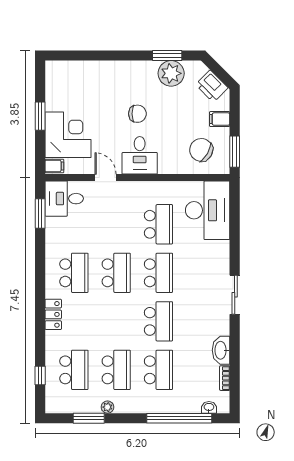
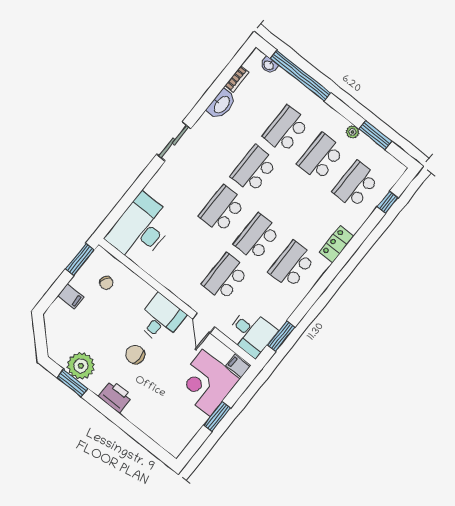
printer: (212, 86) -> (115, 396), moved, turned -45
chair: (201, 150) -> (106, 283), width x0.54, depth x0.54
school desk: (158, 224) -> (225, 277), moved

